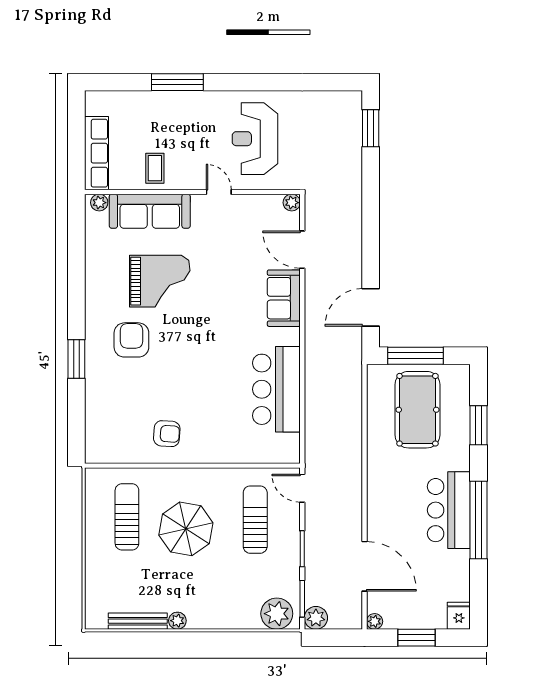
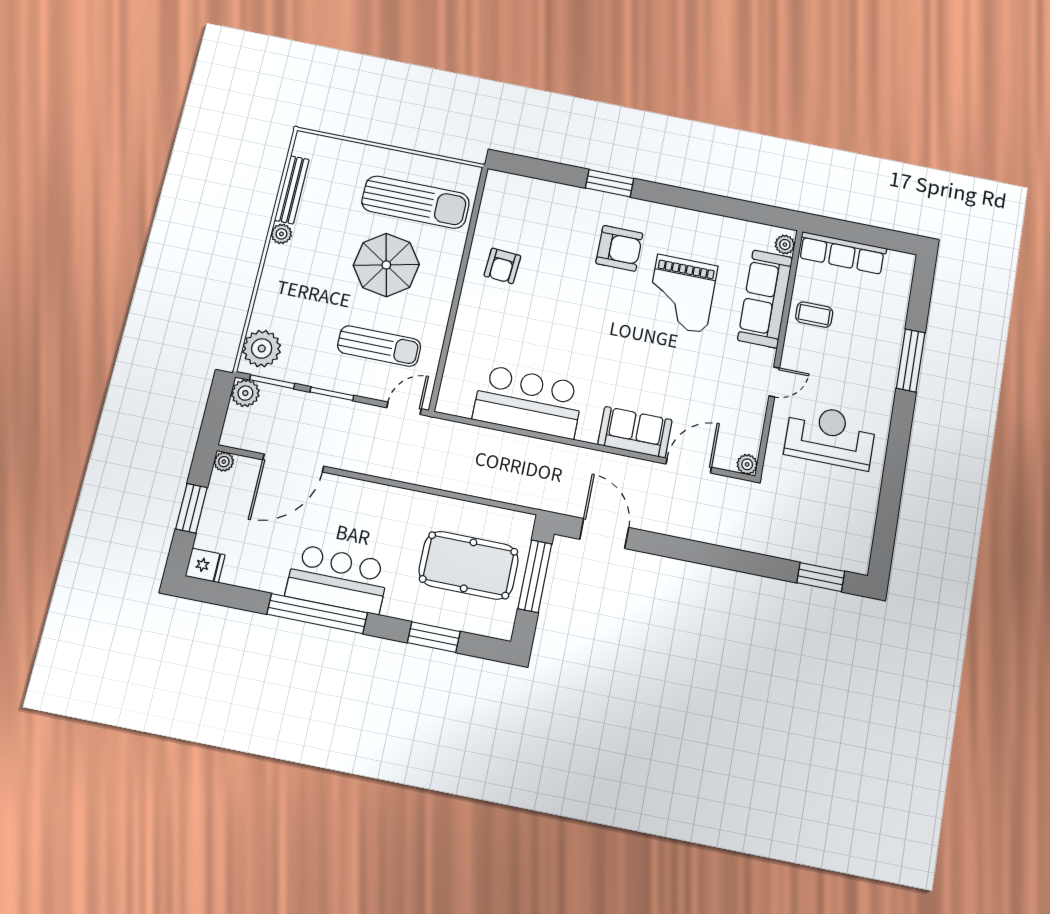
sun lounger: (127, 517) -> (416, 202), width x1.36, depth x1.34

